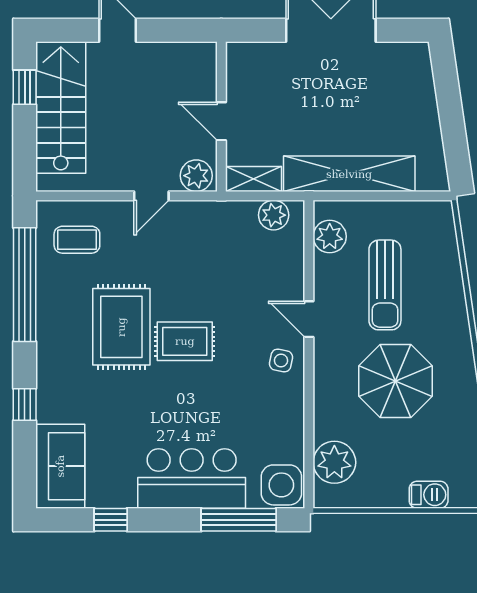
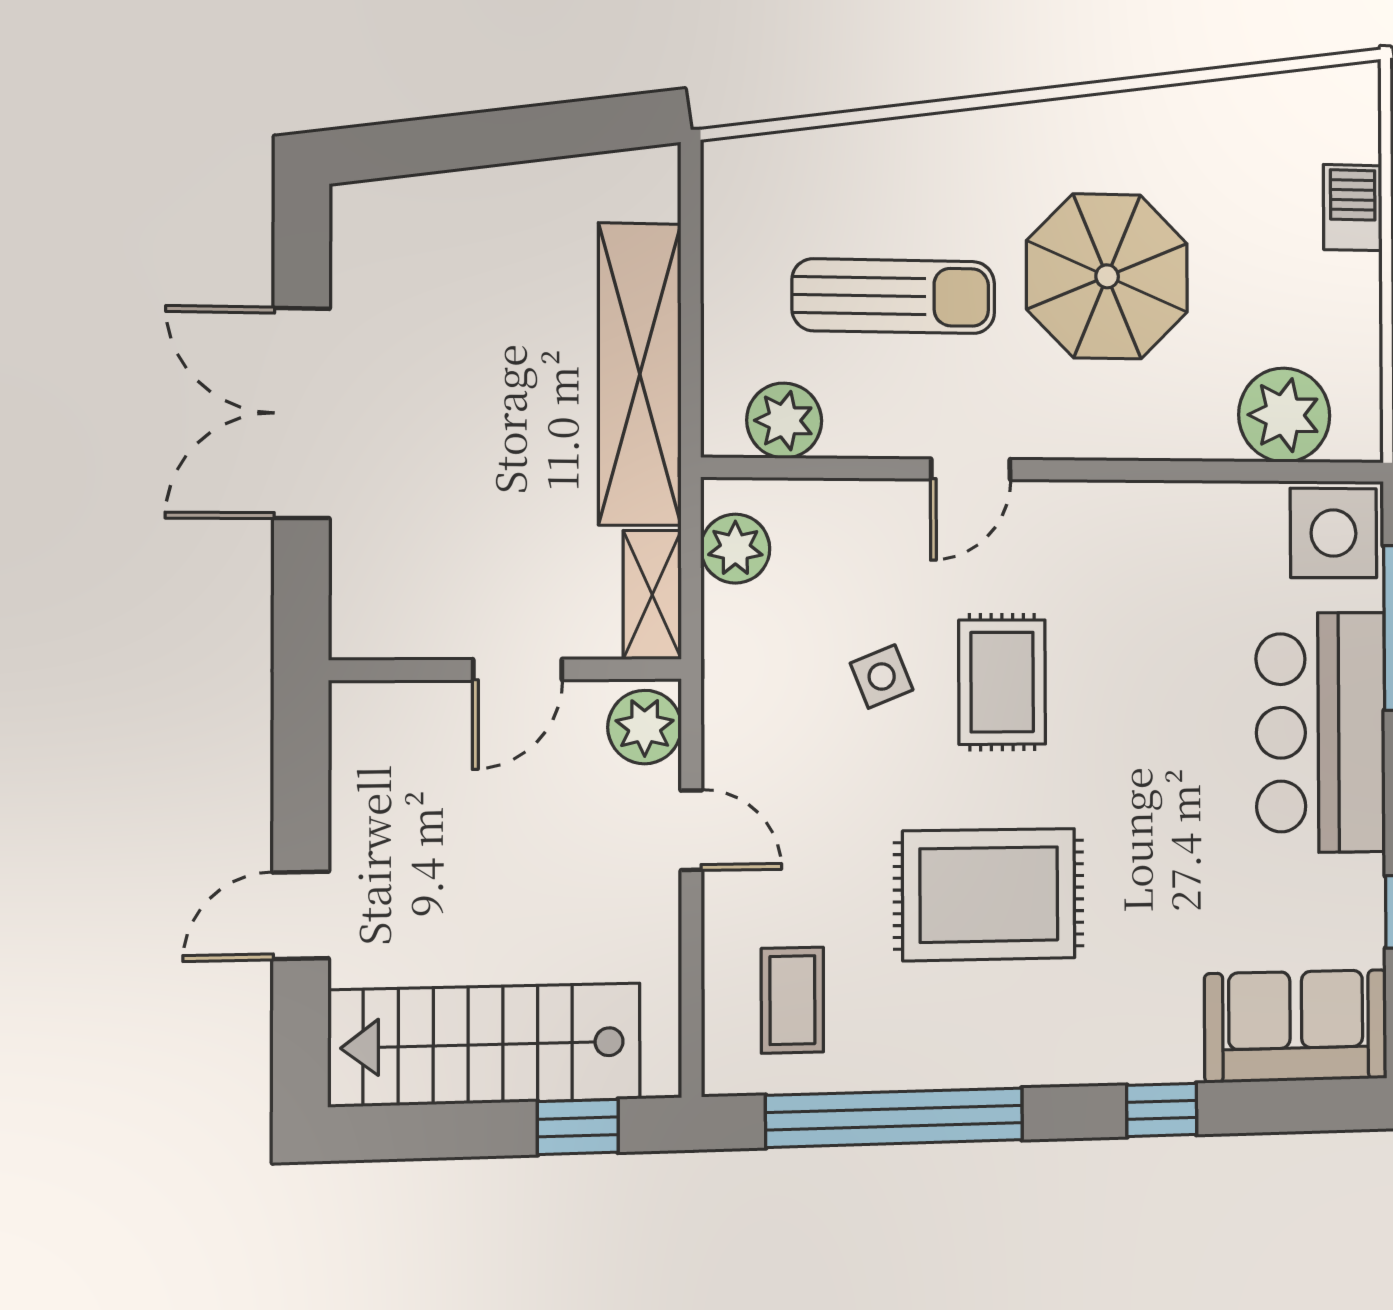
window: (25, 87) -> (578, 1127), moved
rug: (185, 341) -> (1002, 682), moved
side table: (281, 360) -> (882, 677), moved, turned -33

